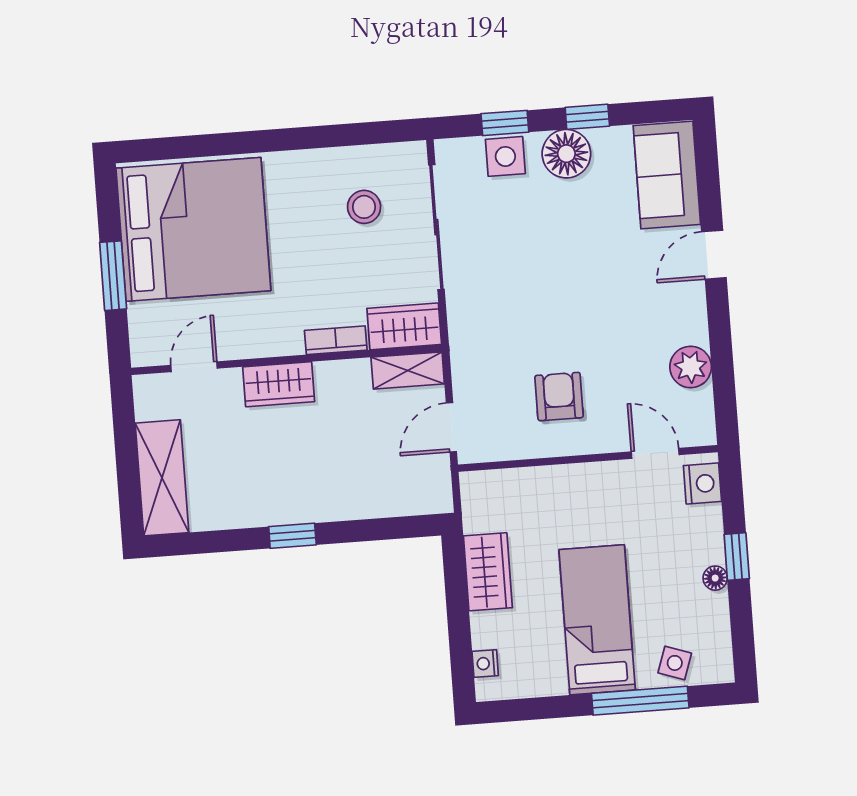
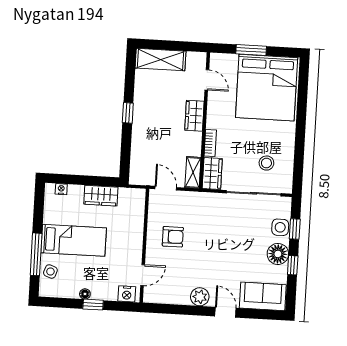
plant: (691, 367) -> (200, 297), moved

